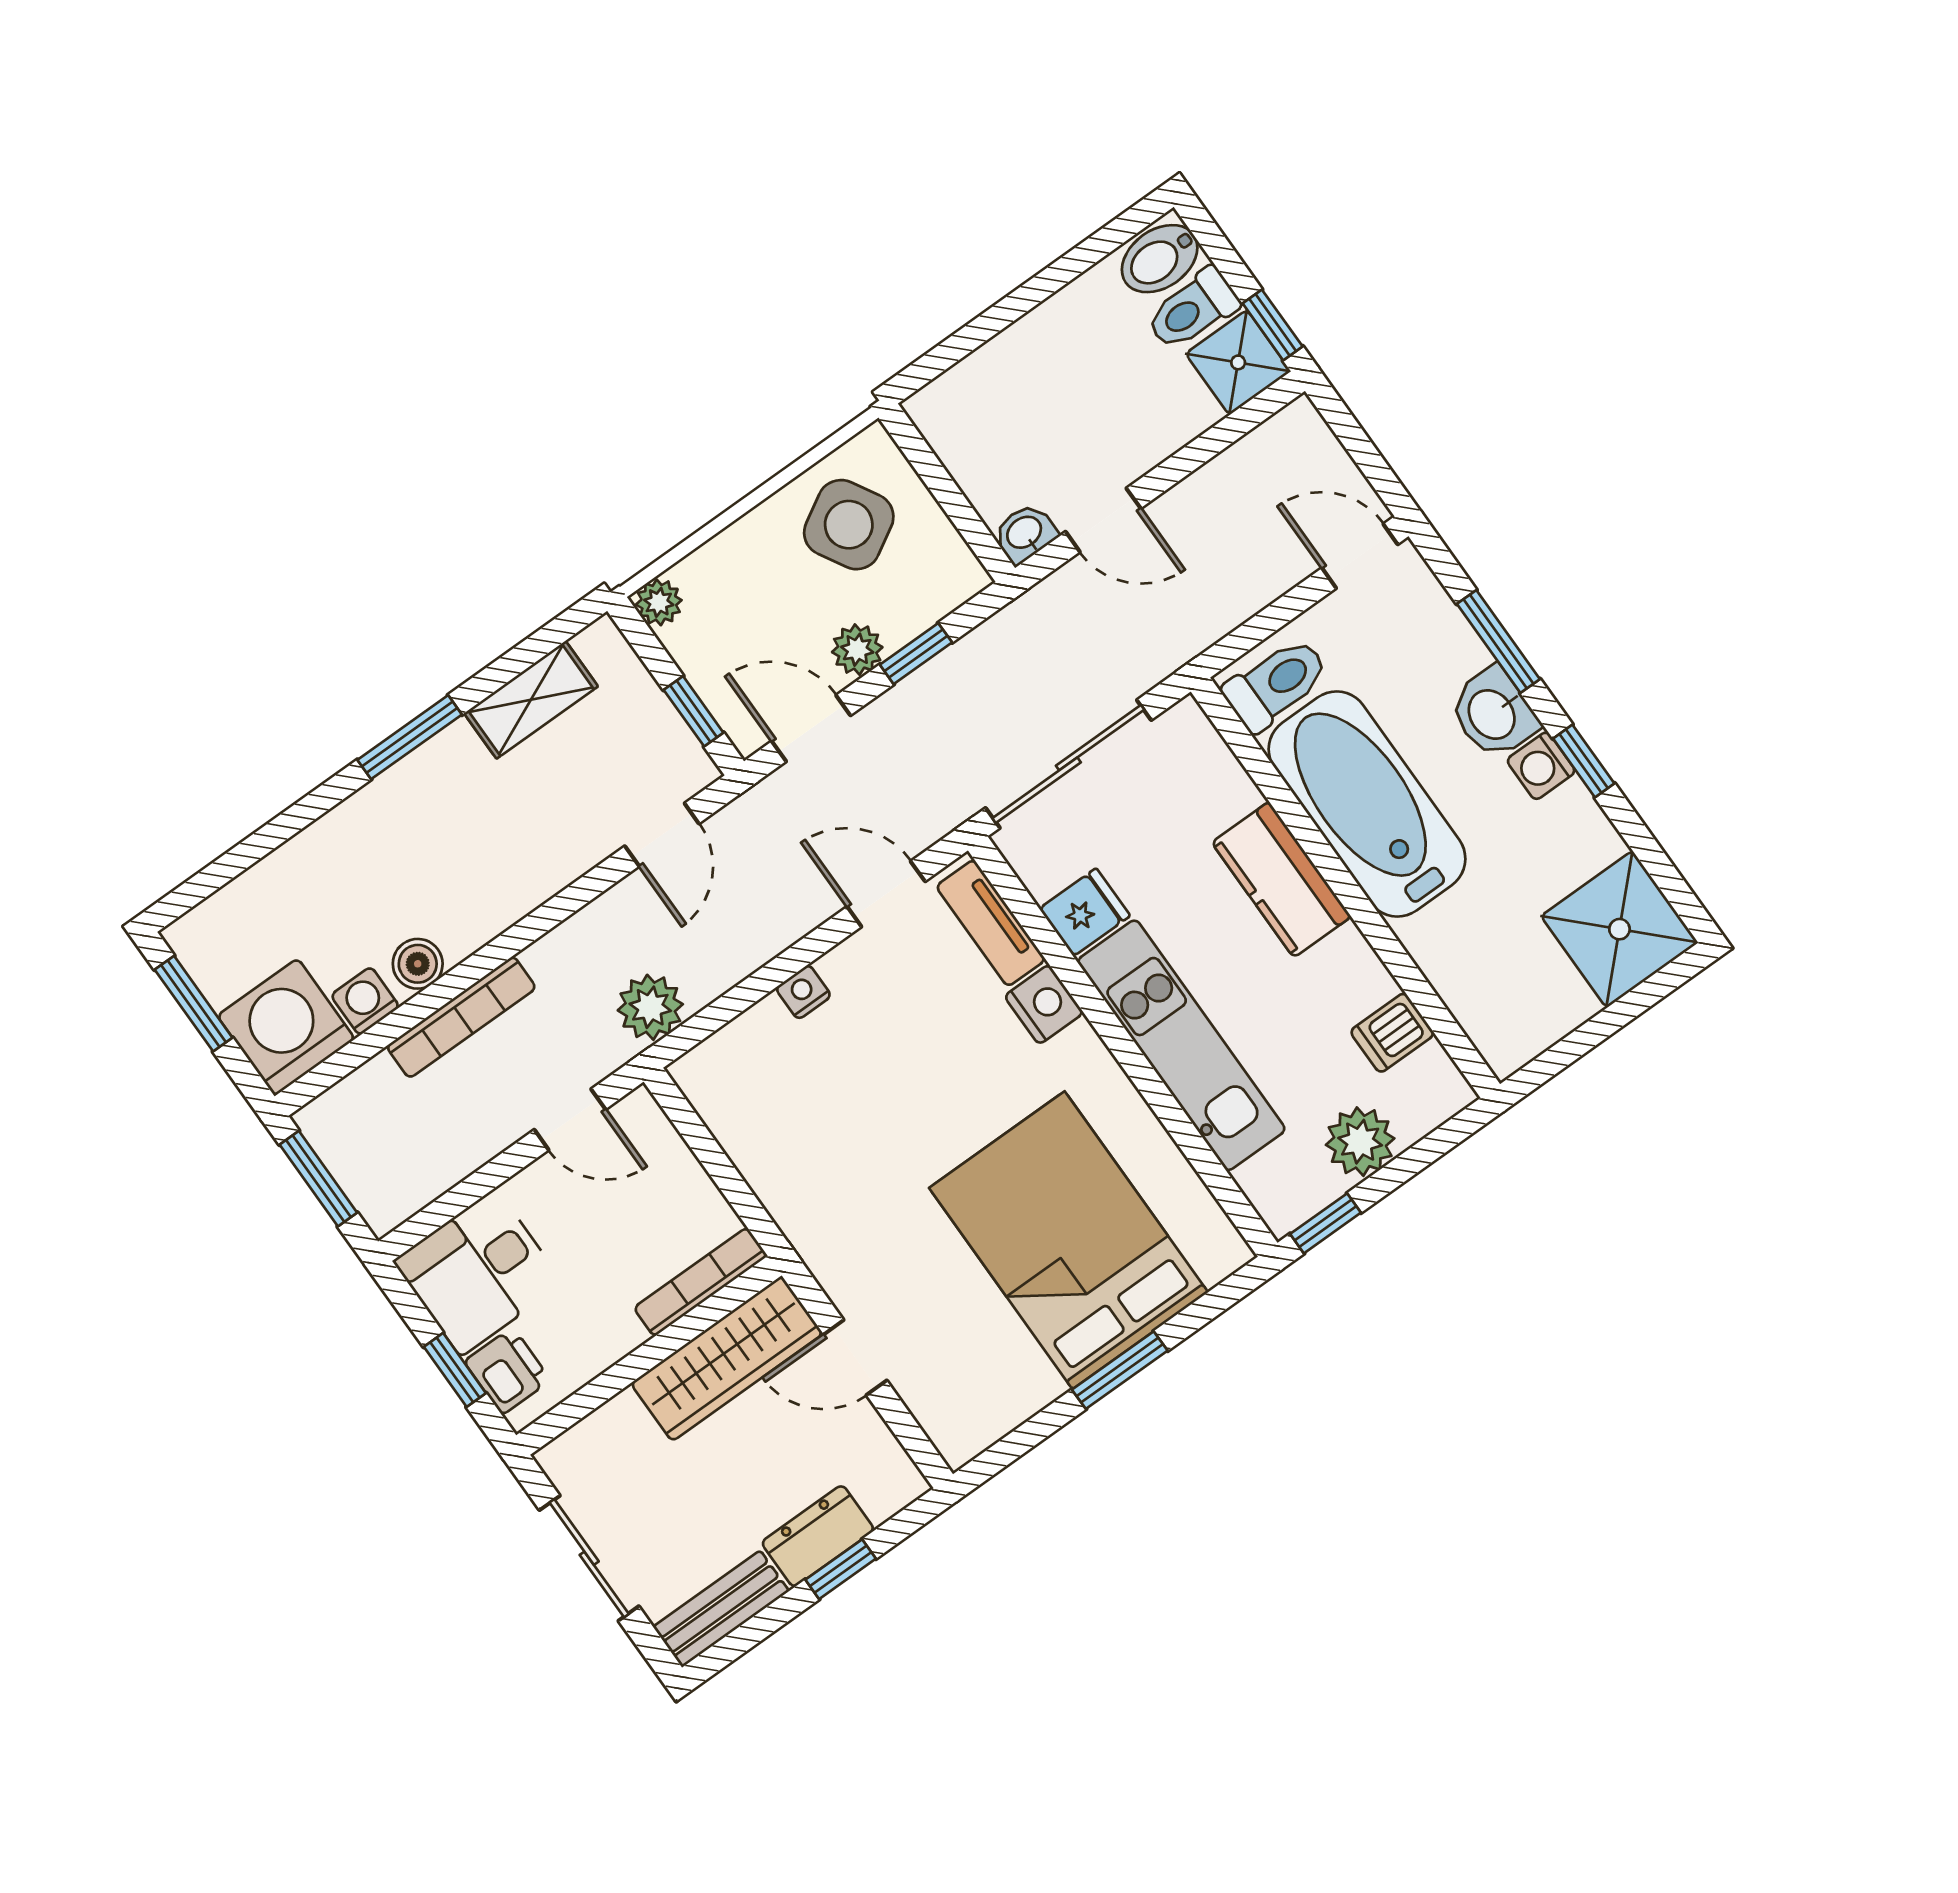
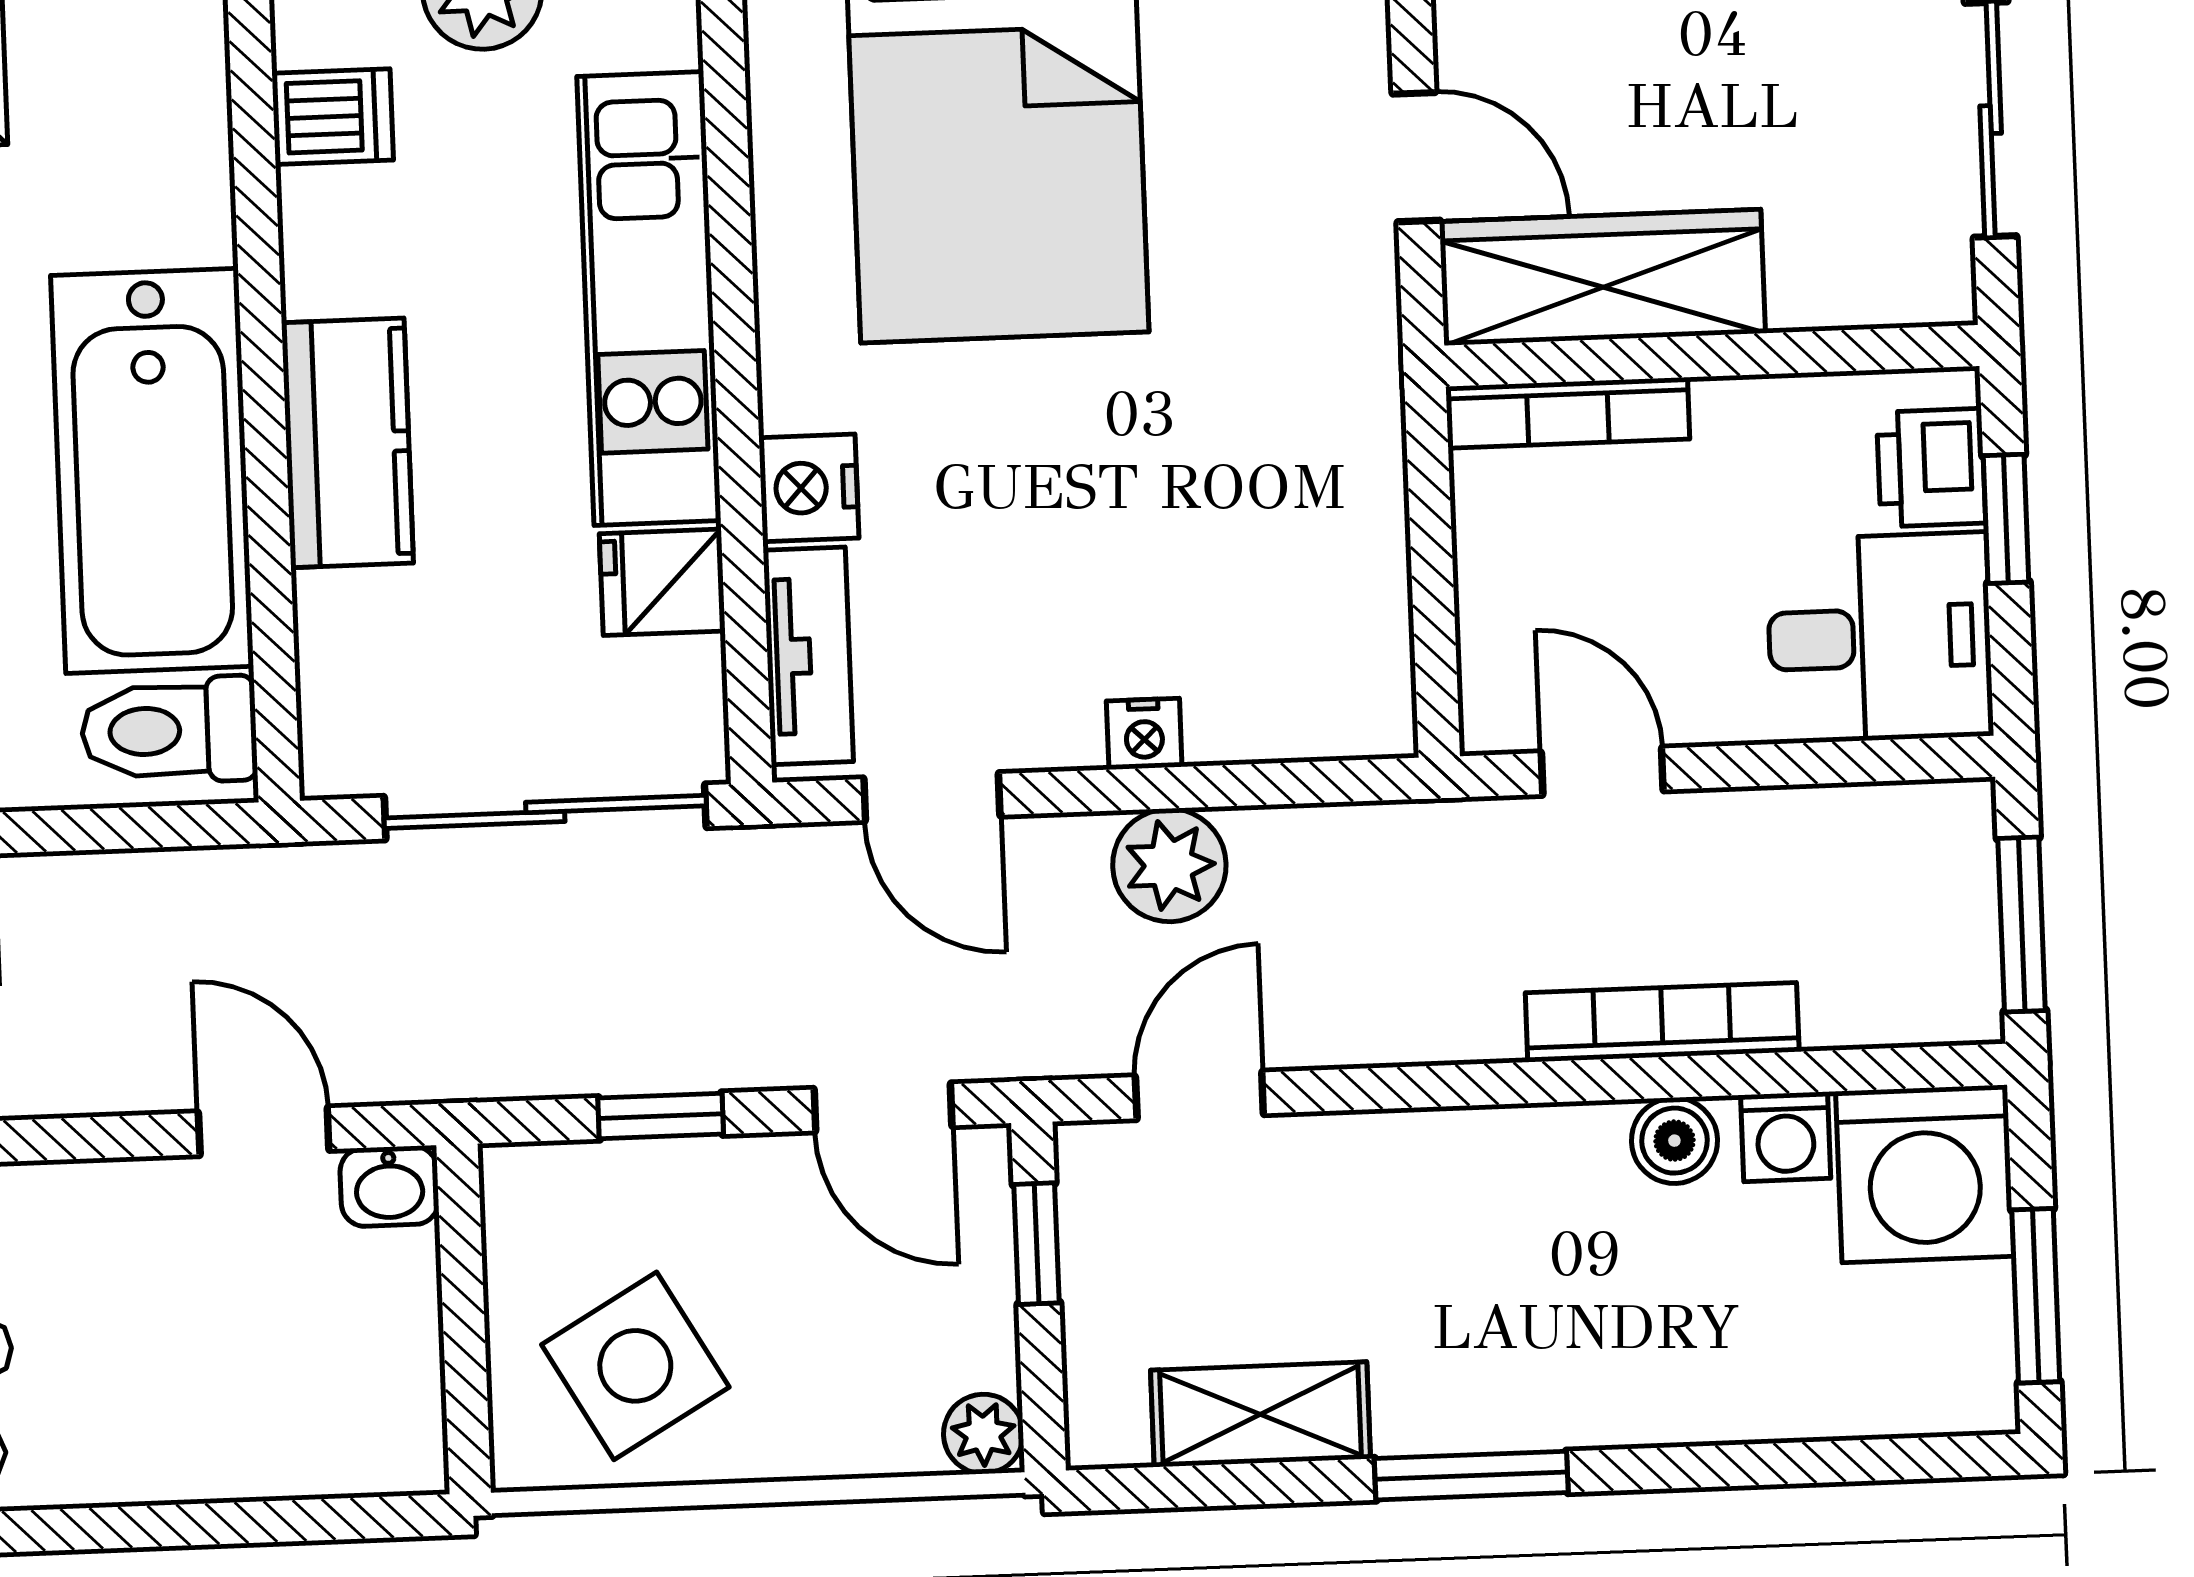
plant: (857, 650) -> (742, 1177), removed
plant: (650, 1007) -> (1169, 865), moved

